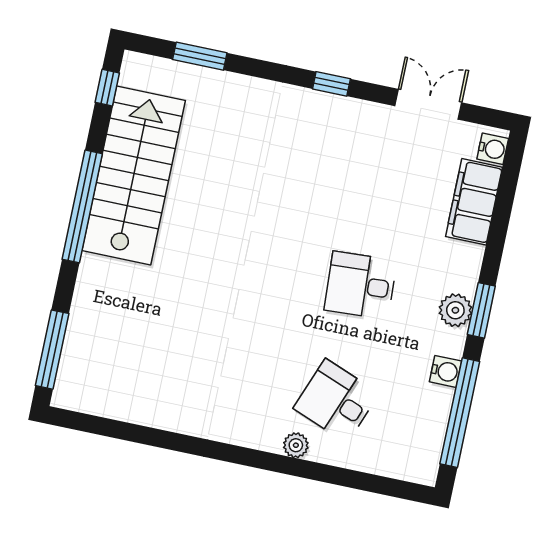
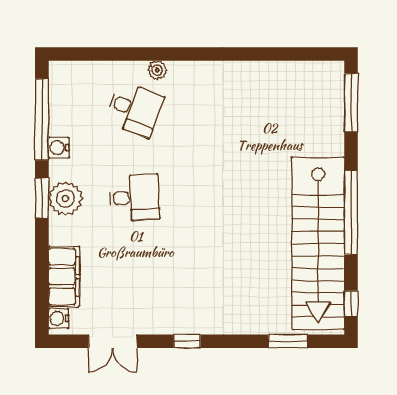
stairs: (134, 175) -> (318, 243), width x1.36
plant: (455, 310) -> (65, 199), width x1.36, depth x1.36

